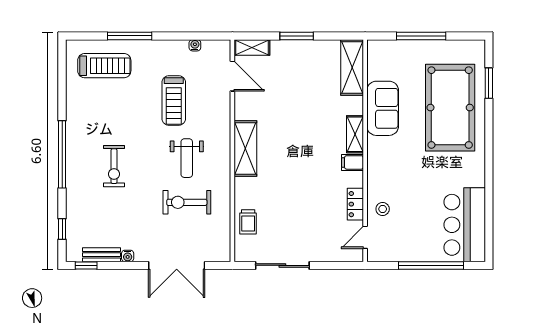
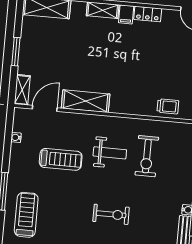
shelving: (245, 148) -> (86, 101), moved
locker: (355, 204) -> (148, 14), moved

